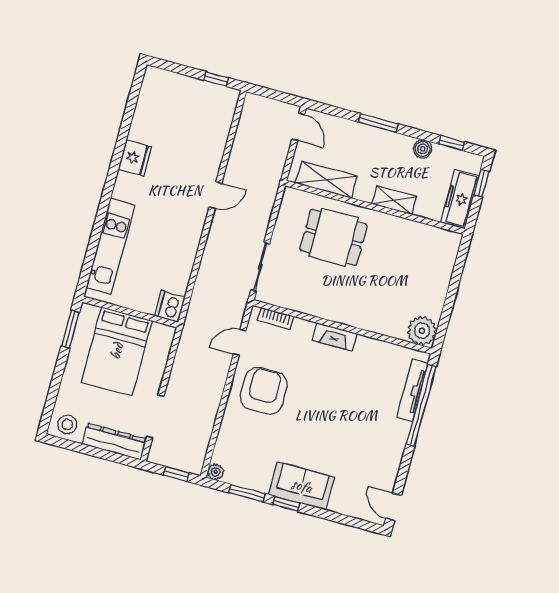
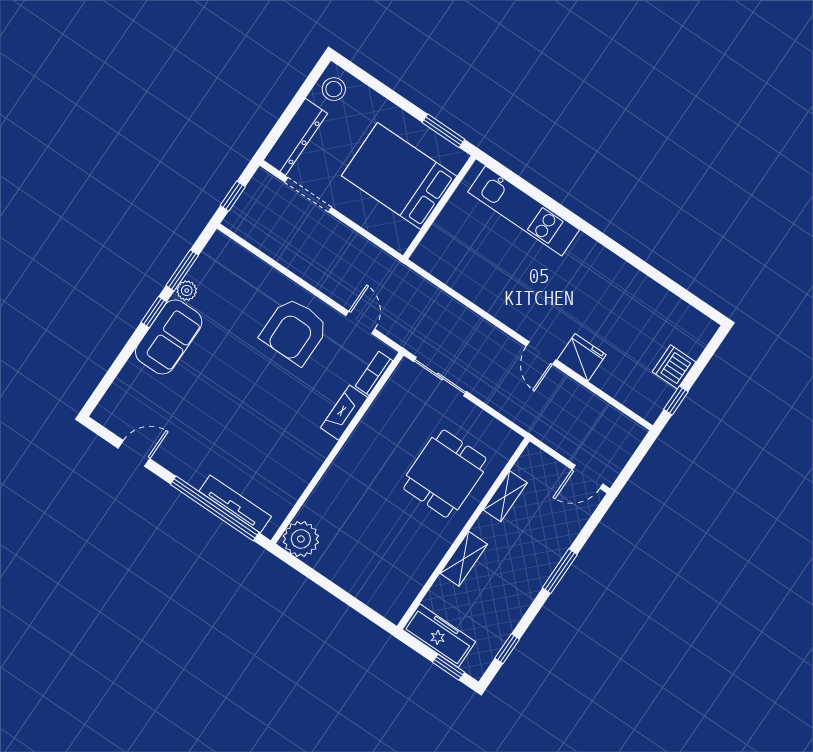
boiler: (423, 149) -> (512, 612), removed
fridge: (135, 158) -> (582, 357), moved, turned 180
shelving: (327, 180) -> (505, 496), width x0.67, depth x0.75
dishwasher: (170, 306) -> (674, 367), moved, turned -90
fireplace: (335, 337) -> (344, 413), moved
armchair: (264, 391) -> (294, 331), turned 90
plant: (215, 472) -> (187, 291), moved
door: (394, 507) -> (134, 453), moved

